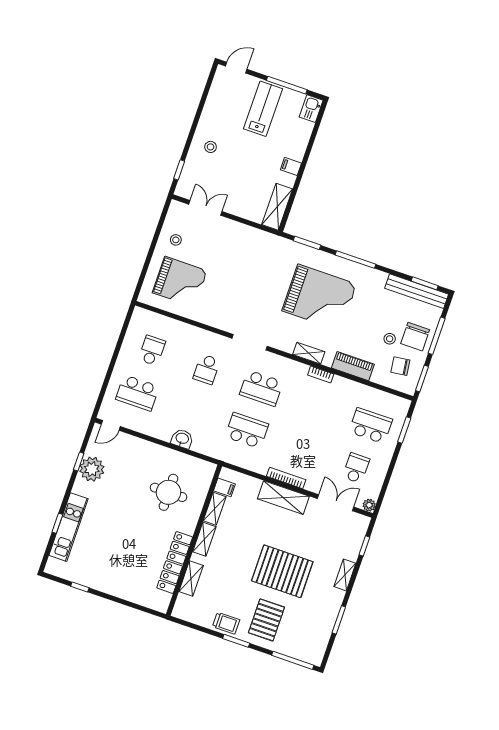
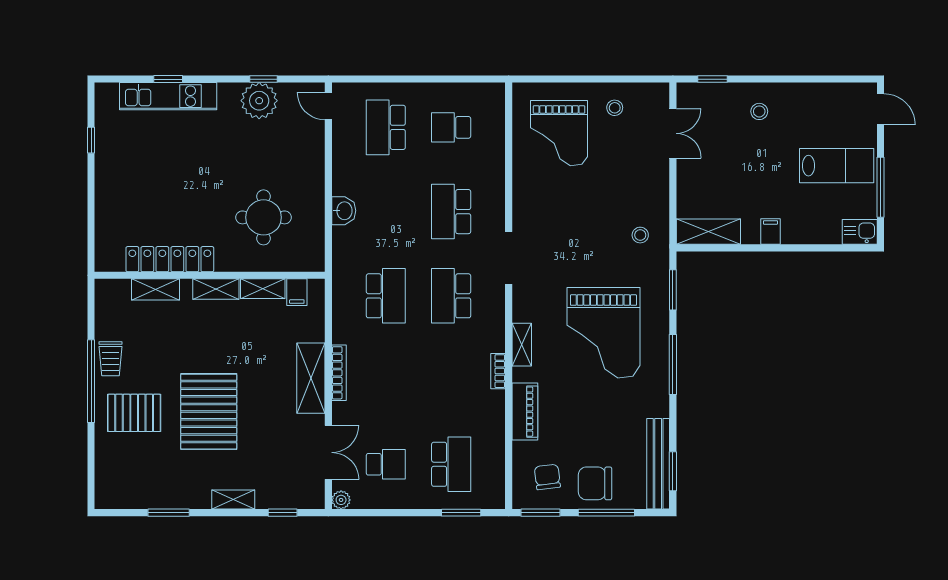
stool: (390, 339) -> (640, 235), moved
school desk: (152, 350) -> (451, 127), turned 180
school desk: (207, 369) -> (451, 212), width x1.85
window: (236, 641) -> (91, 381), width x2.11
window: (293, 660) -> (91, 468), removed

